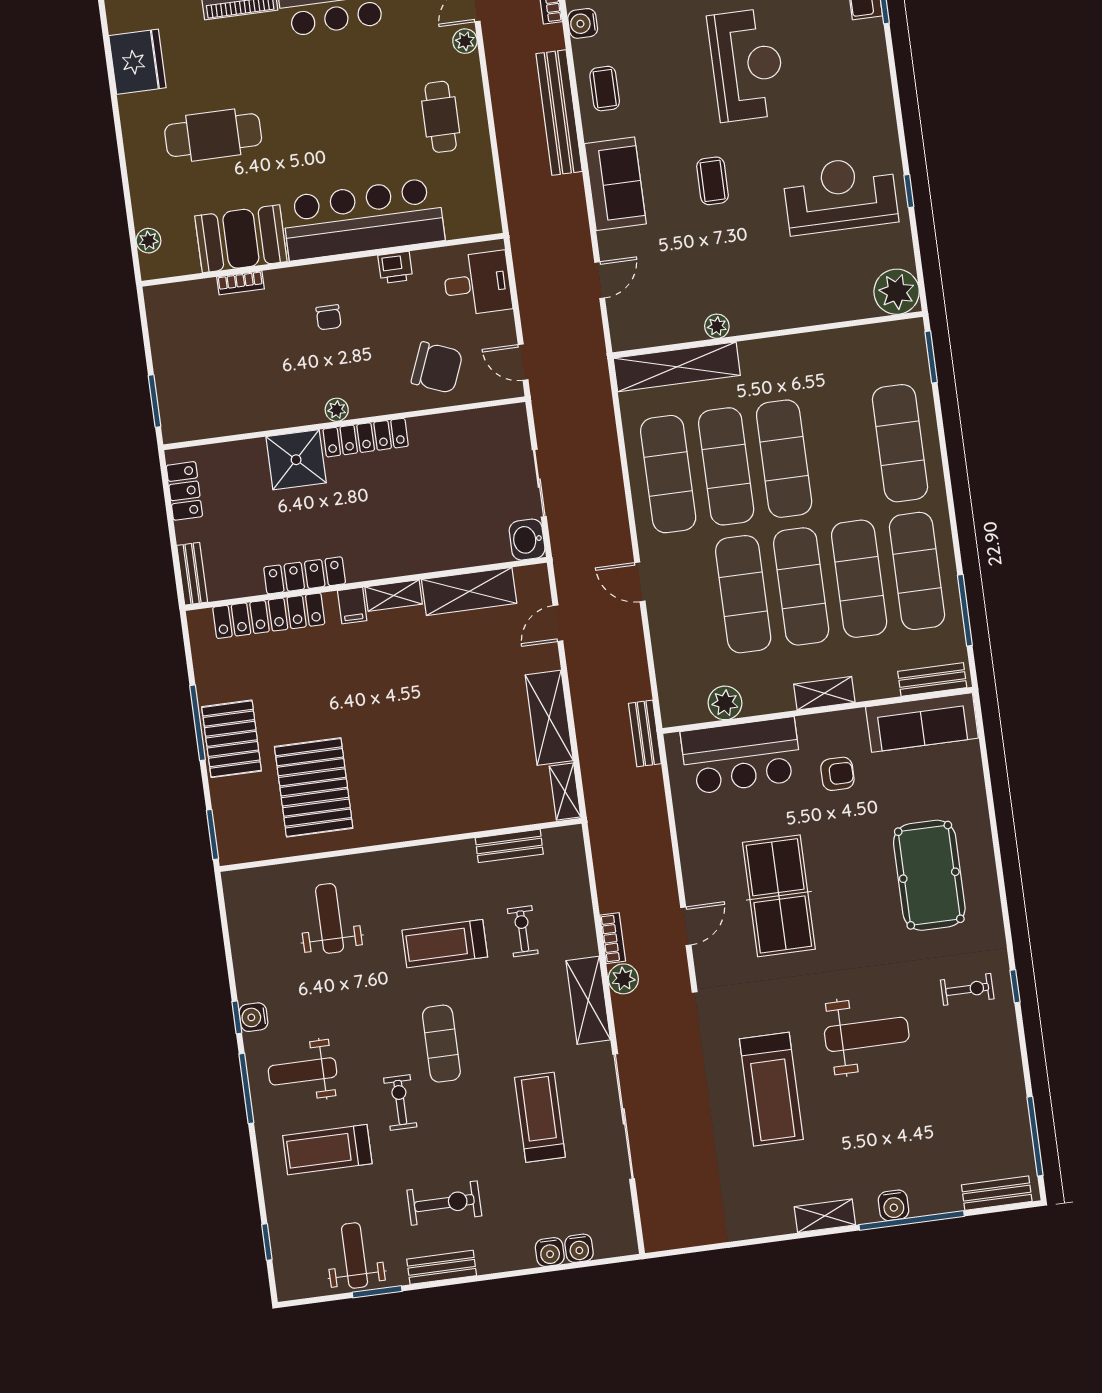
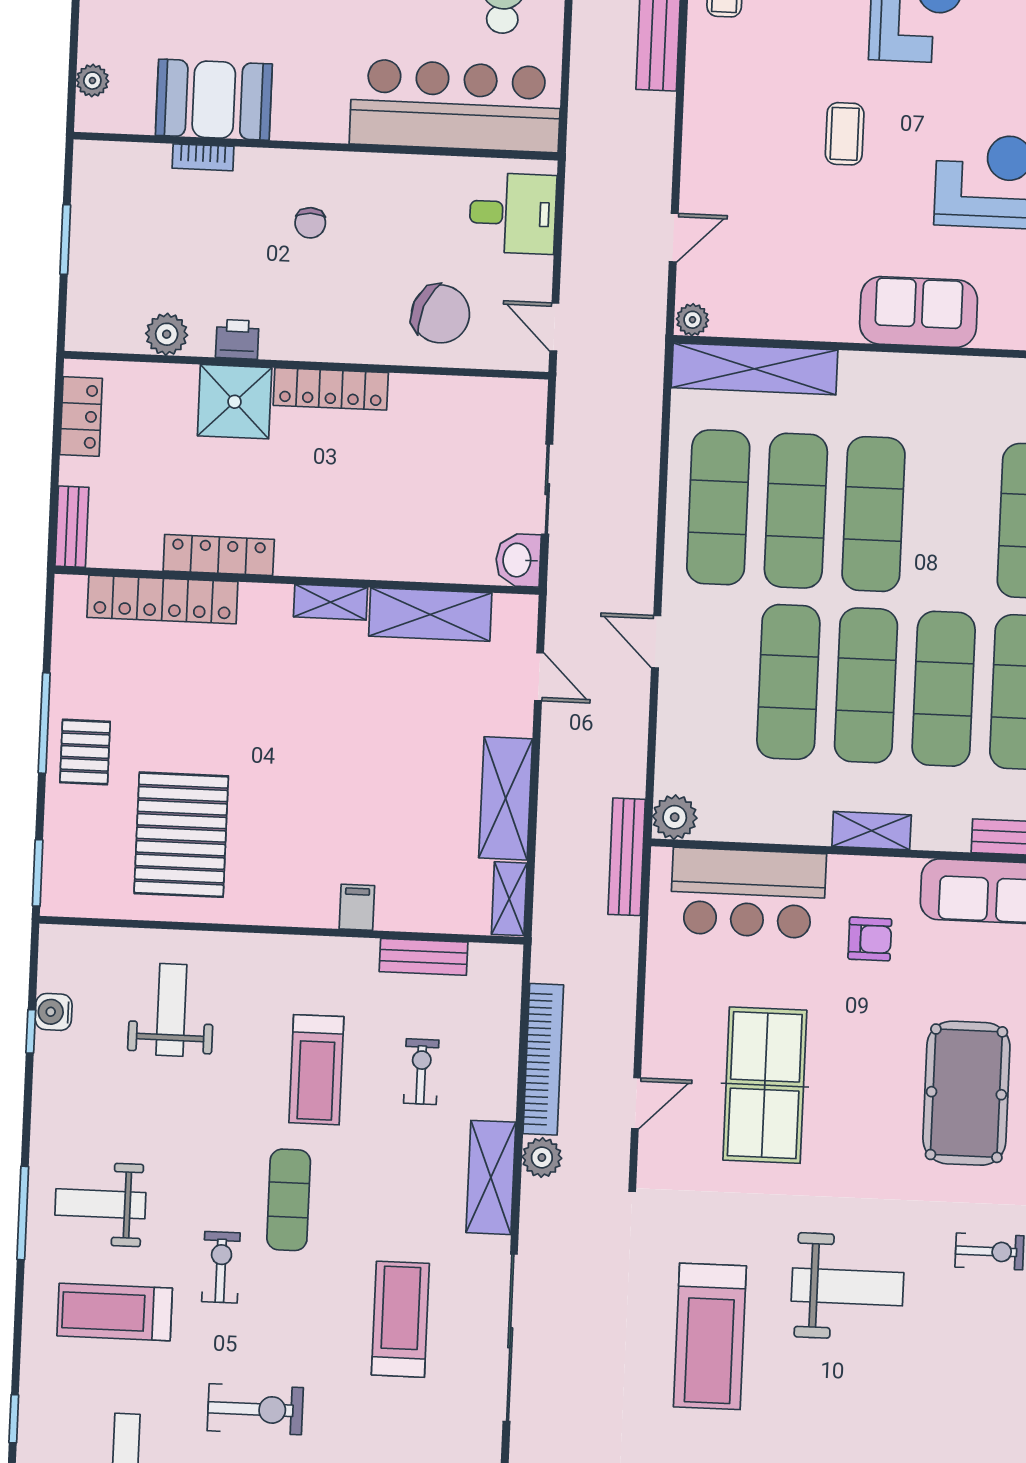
sofa: (615, 184) -> (919, 312), moved, turned -90
bar counter: (363, 219) -> (455, 106), moved
printer: (395, 267) -> (237, 339), moved, turned 180
plant: (717, 326) -> (692, 320), moved
window: (155, 401) -> (65, 240), moved
plant: (337, 410) -> (167, 334), moved, width x1.38, depth x1.38
filing cabinet: (352, 606) -> (357, 907), moved, turned 180
door: (558, 623) -> (539, 677), swing flipped
plant: (725, 703) -> (675, 817), moved
bench: (645, 733) -> (627, 857), width x1.36
pallet: (232, 739) -> (85, 752), width x0.67, depth x0.71
bookcase: (613, 938) -> (543, 1059), width x2.31, depth x1.31
treadmill: (445, 944) -> (316, 1070), turned -90
window: (237, 1017) -> (31, 1031), moved
water cooler: (253, 1017) -> (54, 1012), moved

